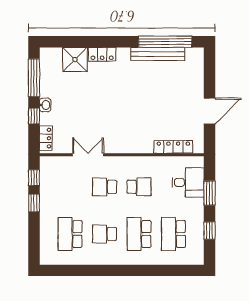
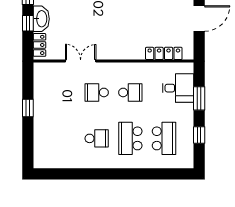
washbasin: (45, 105) -> (41, 19), width x1.91, depth x1.45
window: (34, 178) -> (28, 84), removed
school desk: (70, 234) -> (63, 138), removed
school desk: (105, 234) -> (97, 138), turned 180
school desk: (173, 234) -> (164, 138), turned 180

